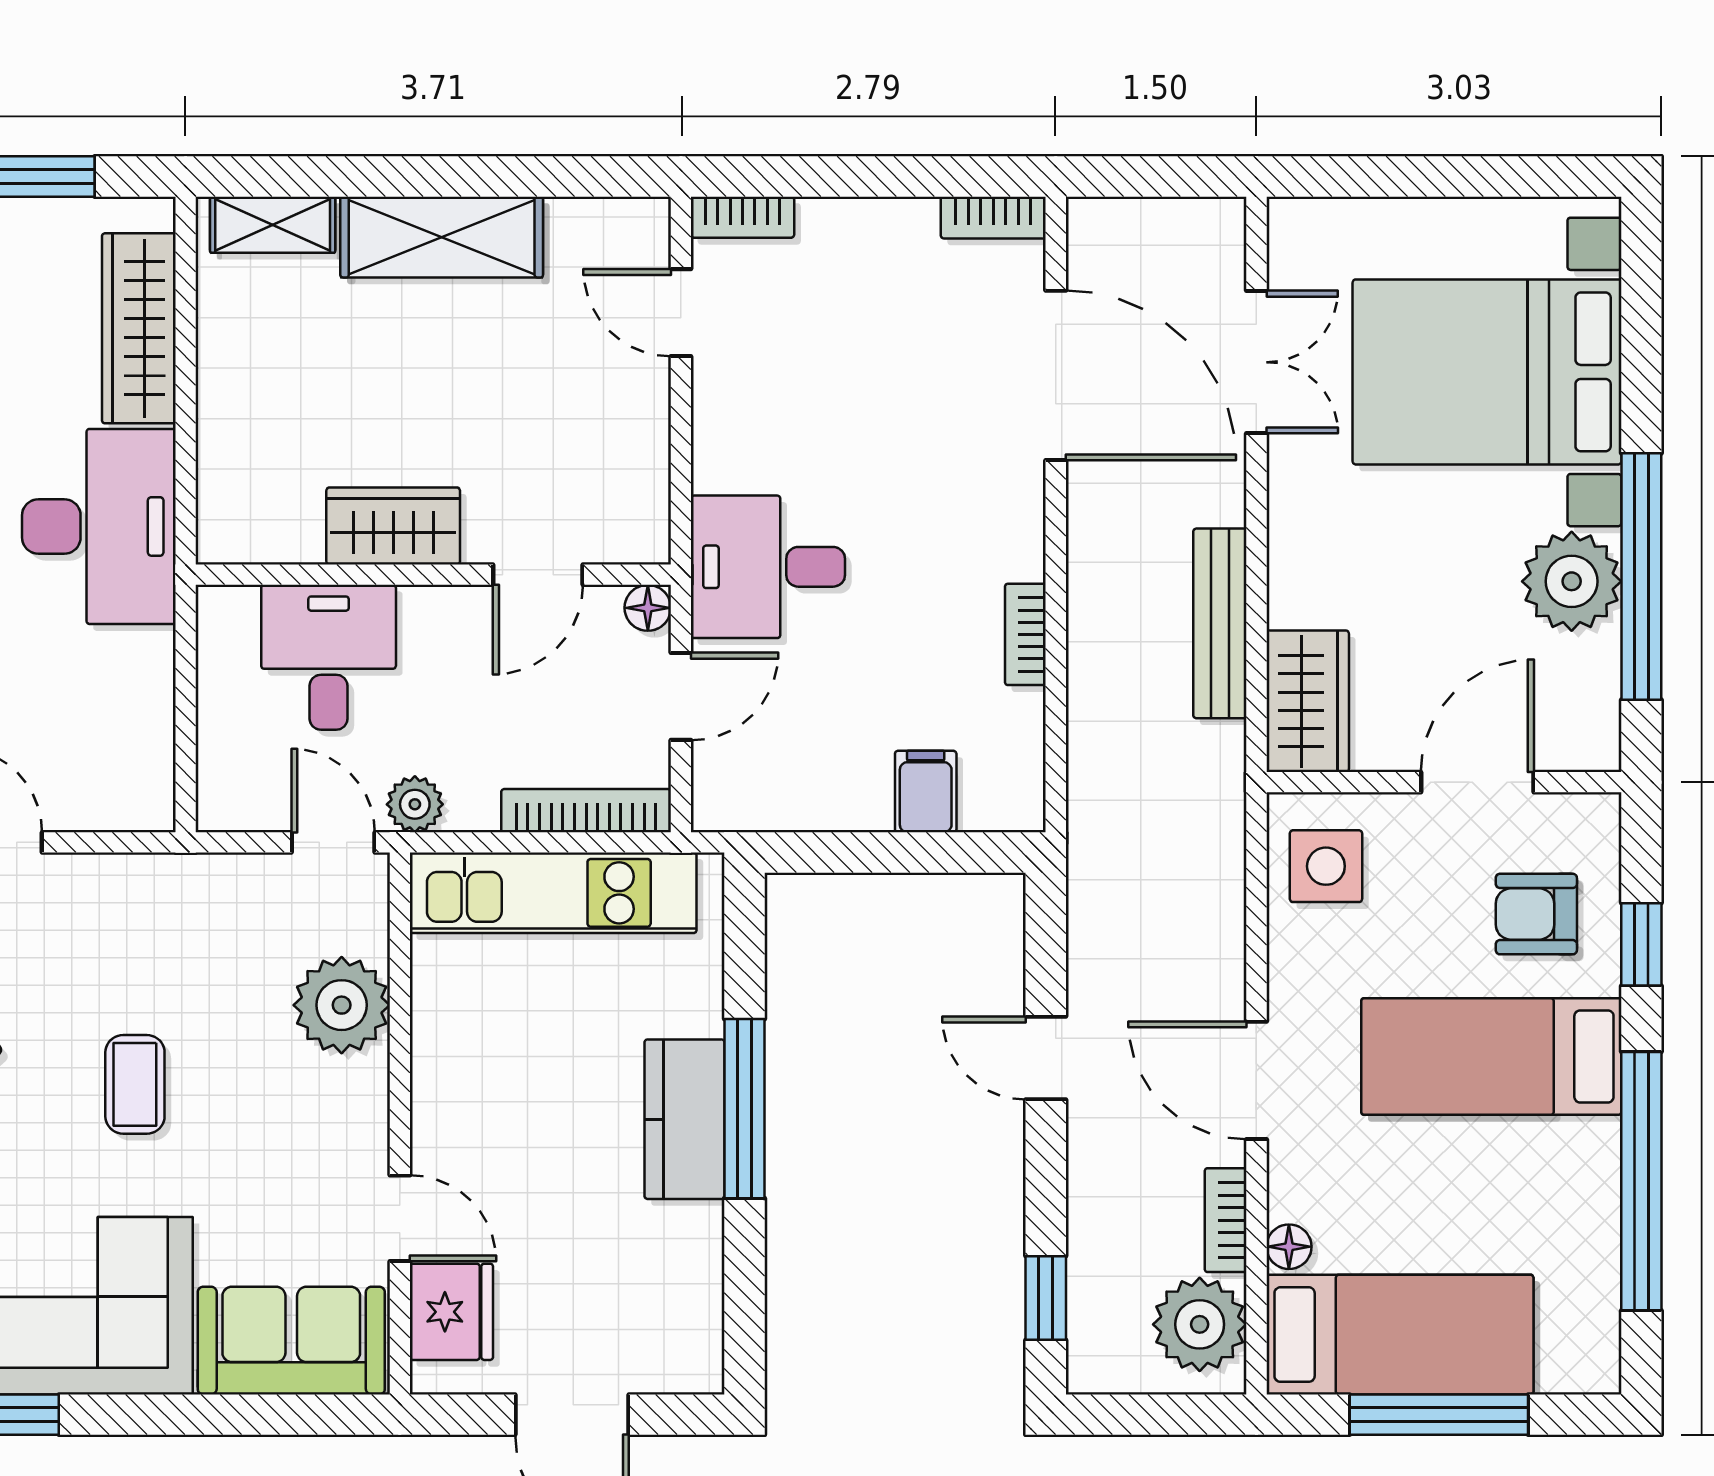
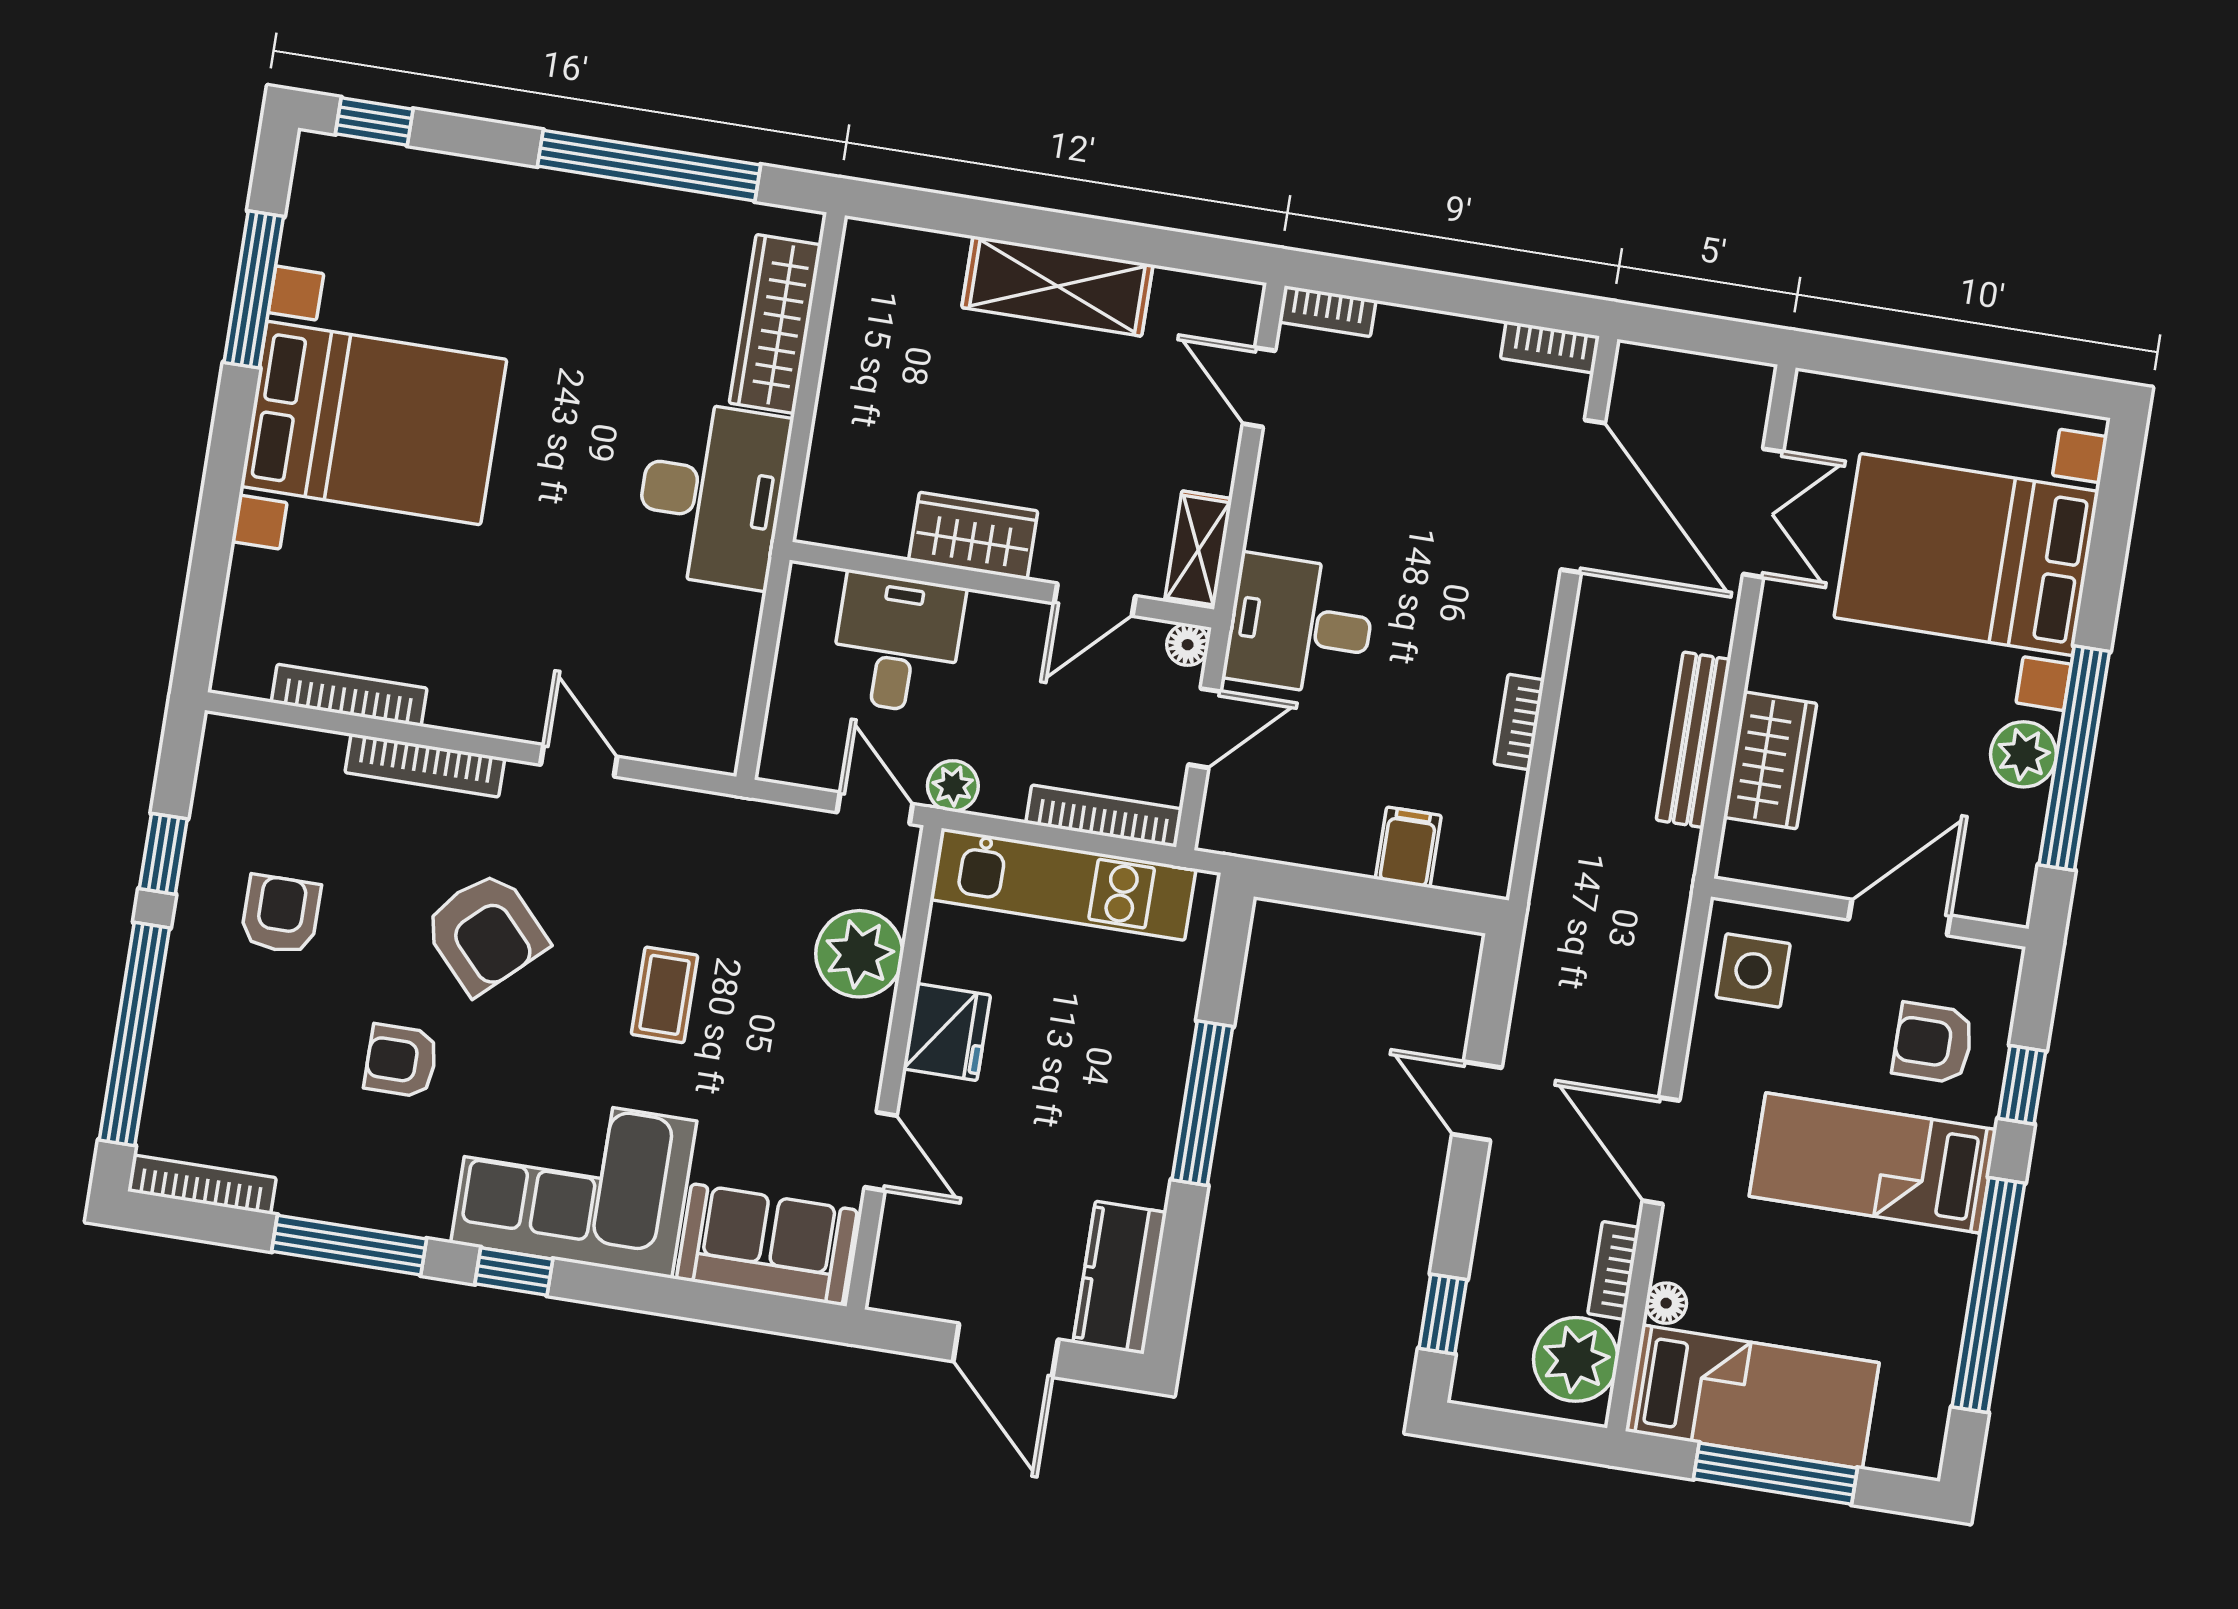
shelving: (273, 225) -> (1198, 550), moved, turned 90
plant: (1572, 581) -> (2023, 754), width x0.73, depth x0.73
wardrobe: (1308, 701) -> (1770, 760), moved
kitchen counter: (684, 1119) -> (1120, 1278), moved
fridge: (451, 1312) -> (947, 1032), moved

